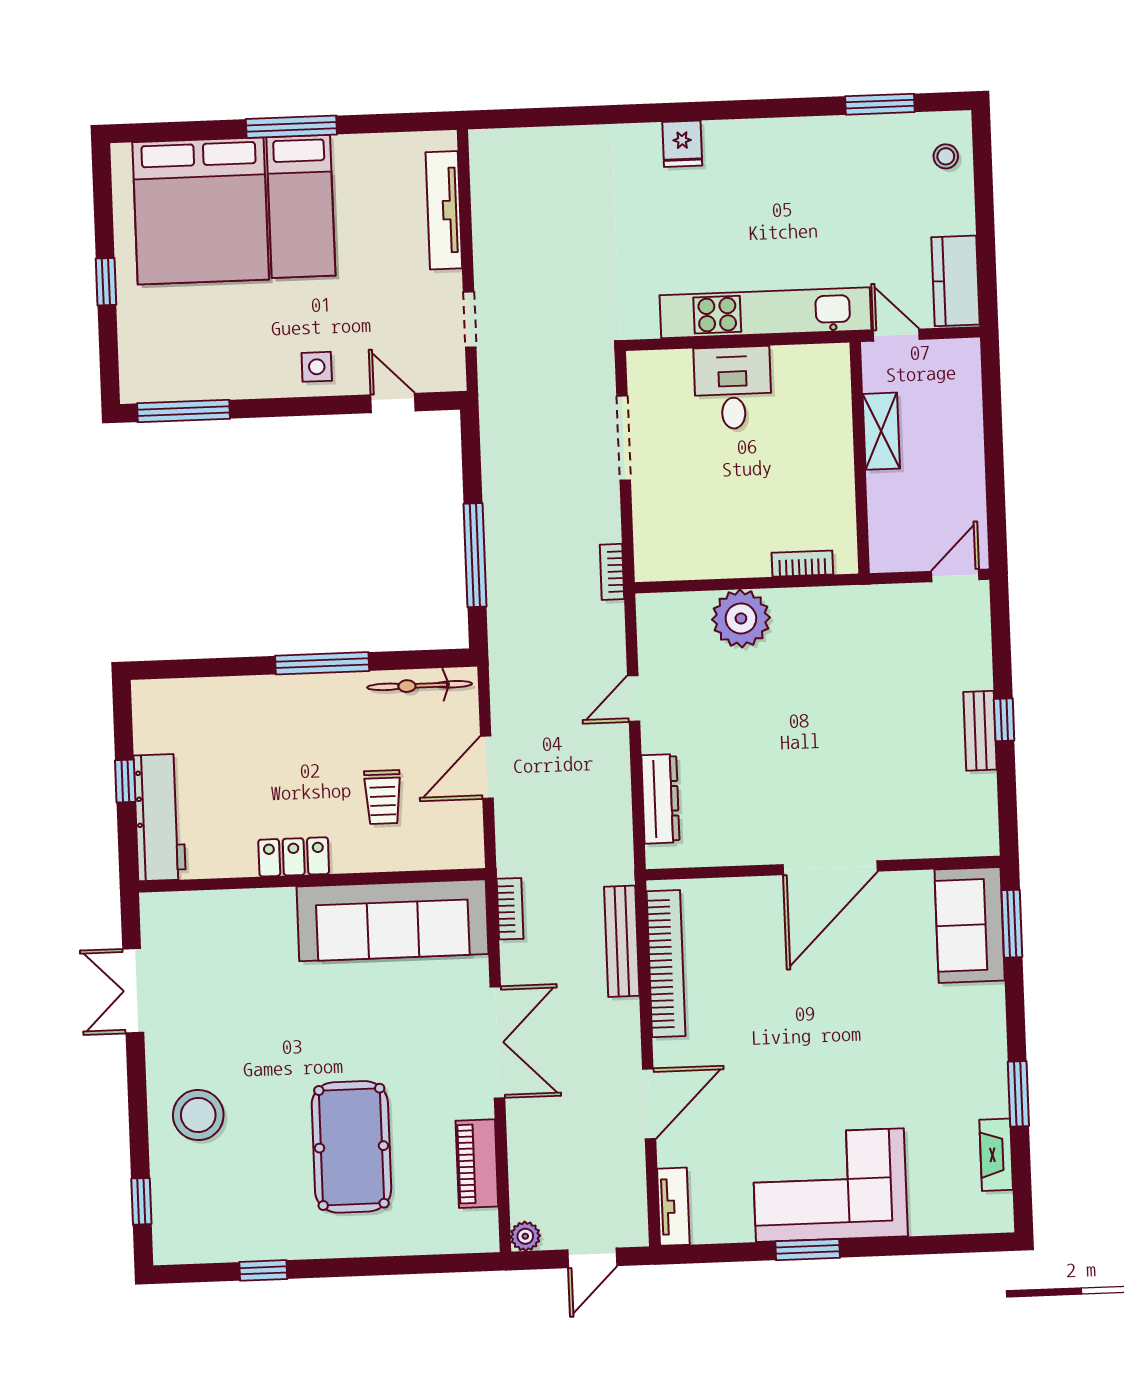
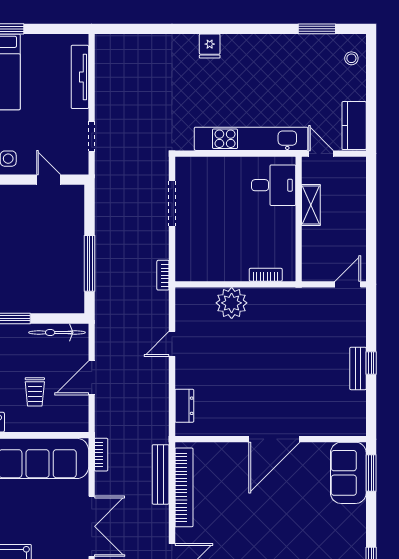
desk: (733, 388) -> (274, 185), moved, turned 90
dresser: (660, 799) -> (184, 406), width x0.70

